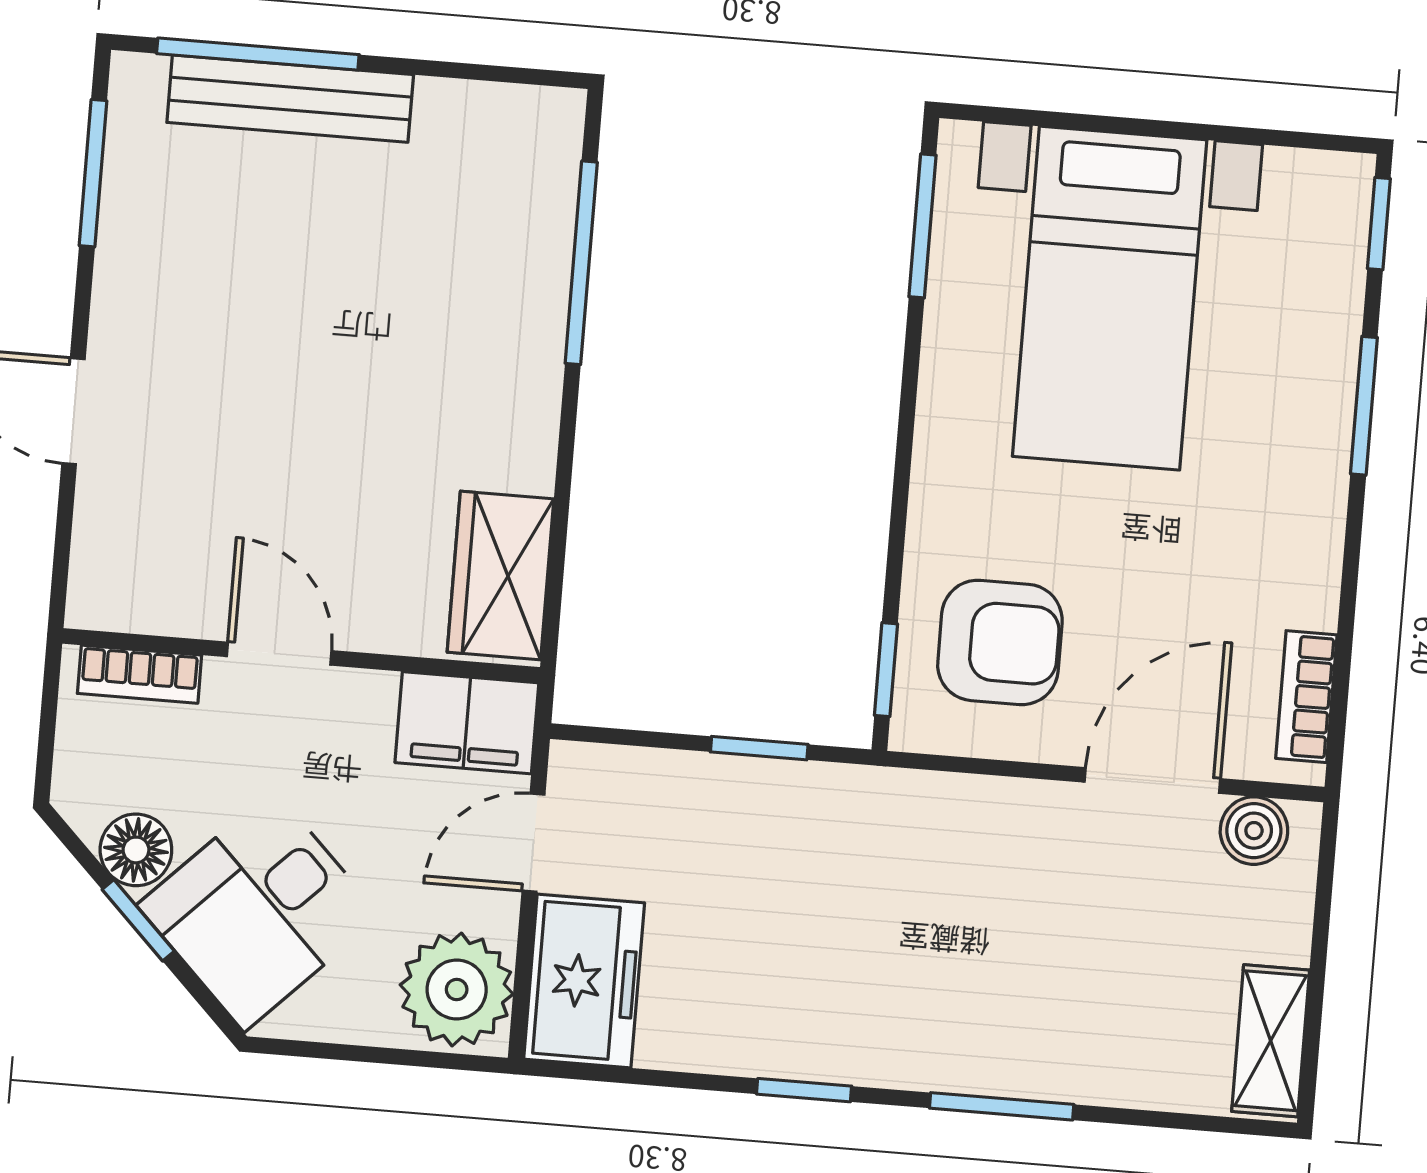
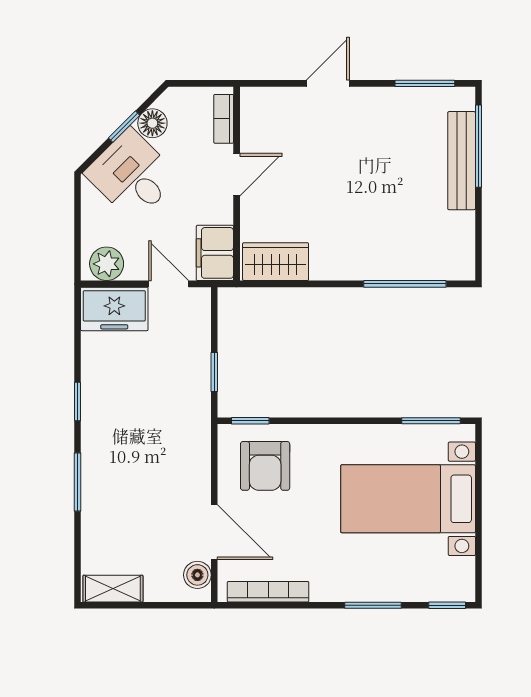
bookcase: (1306, 697) -> (268, 592), width x1.56
plant: (457, 990) -> (107, 264), width x0.73, depth x0.73

